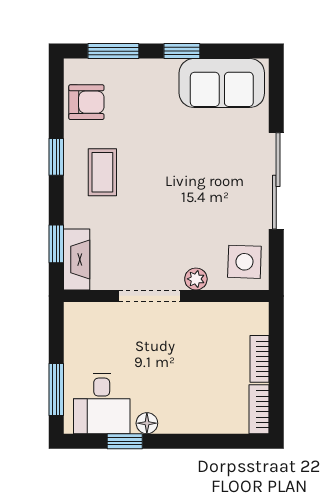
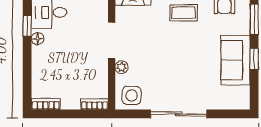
sofa: (222, 83) -> (236, 60), moved
bookcase: (260, 359) -> (95, 104), moved

